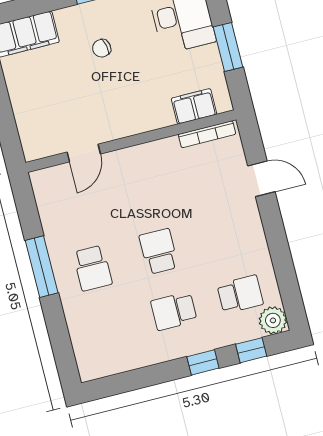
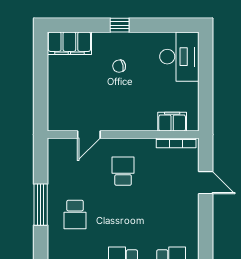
window: (228, 47) -> (206, 87), removed
school desk: (159, 251) -> (123, 171), moved

